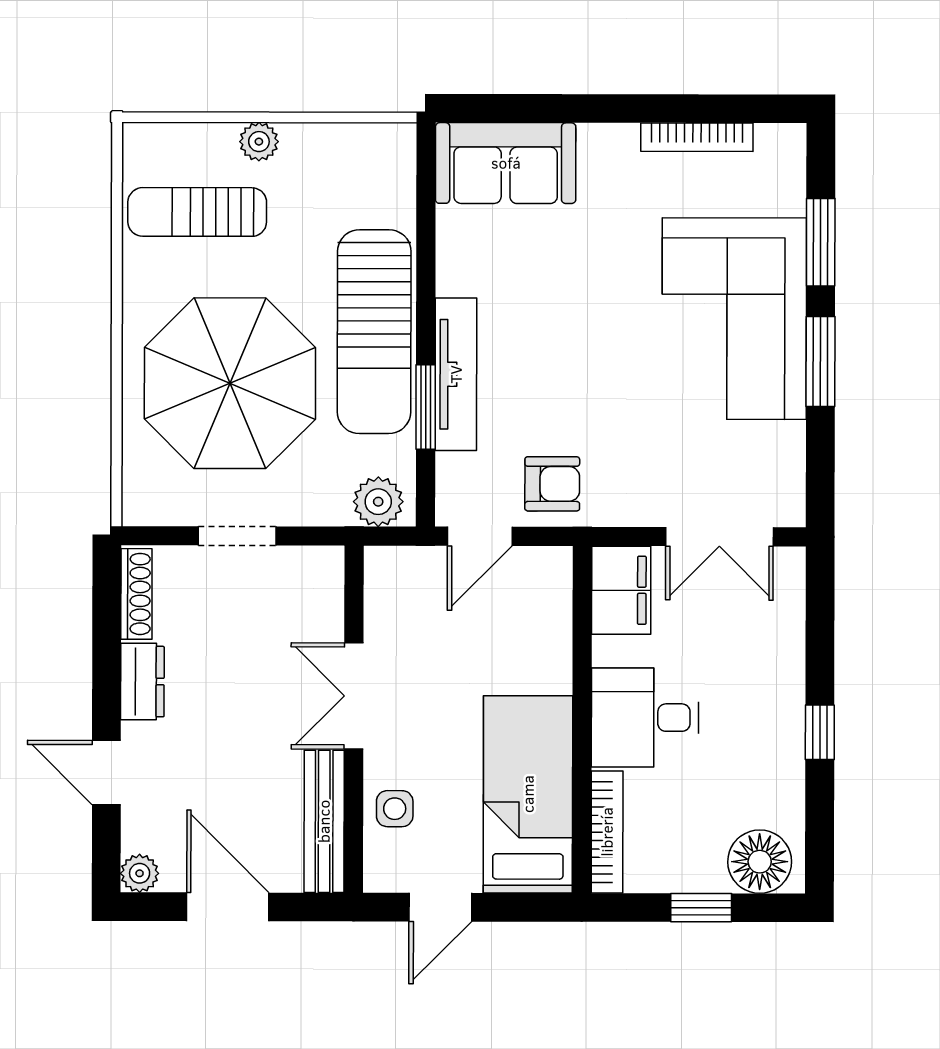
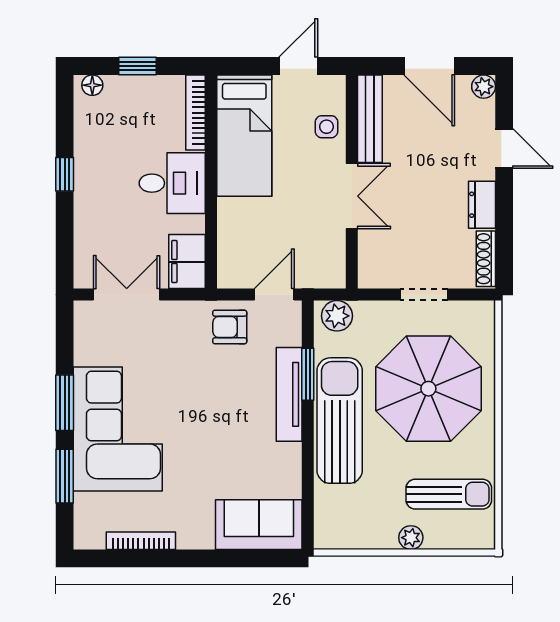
floor lamp: (760, 862) -> (92, 85), width x0.53, depth x0.53

